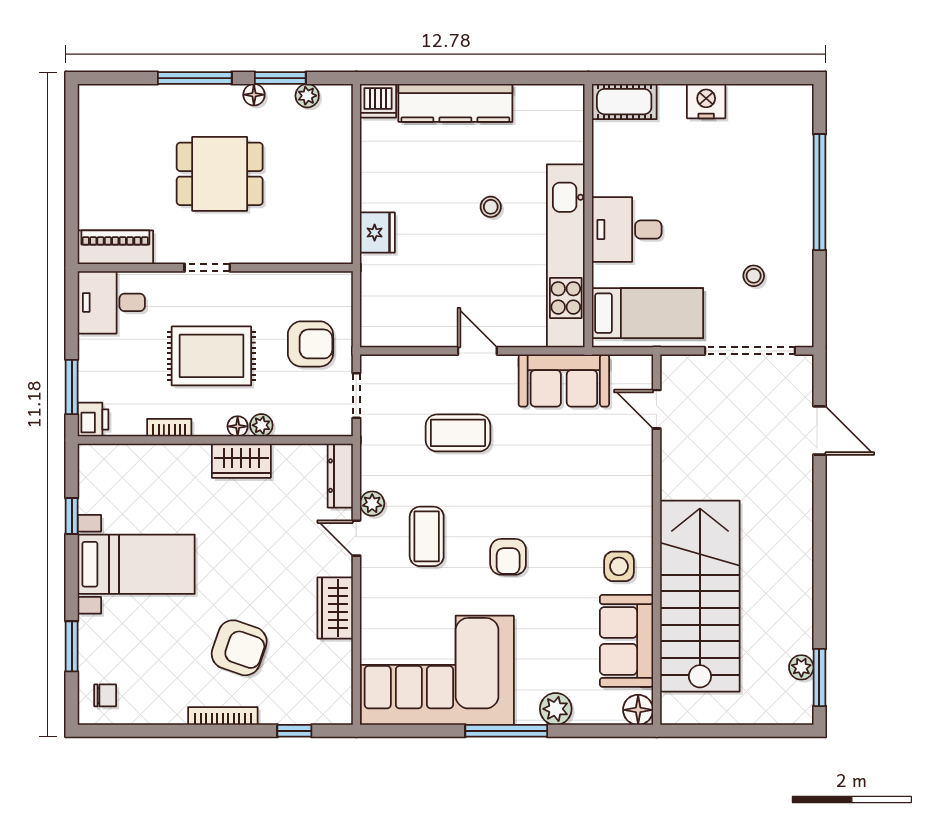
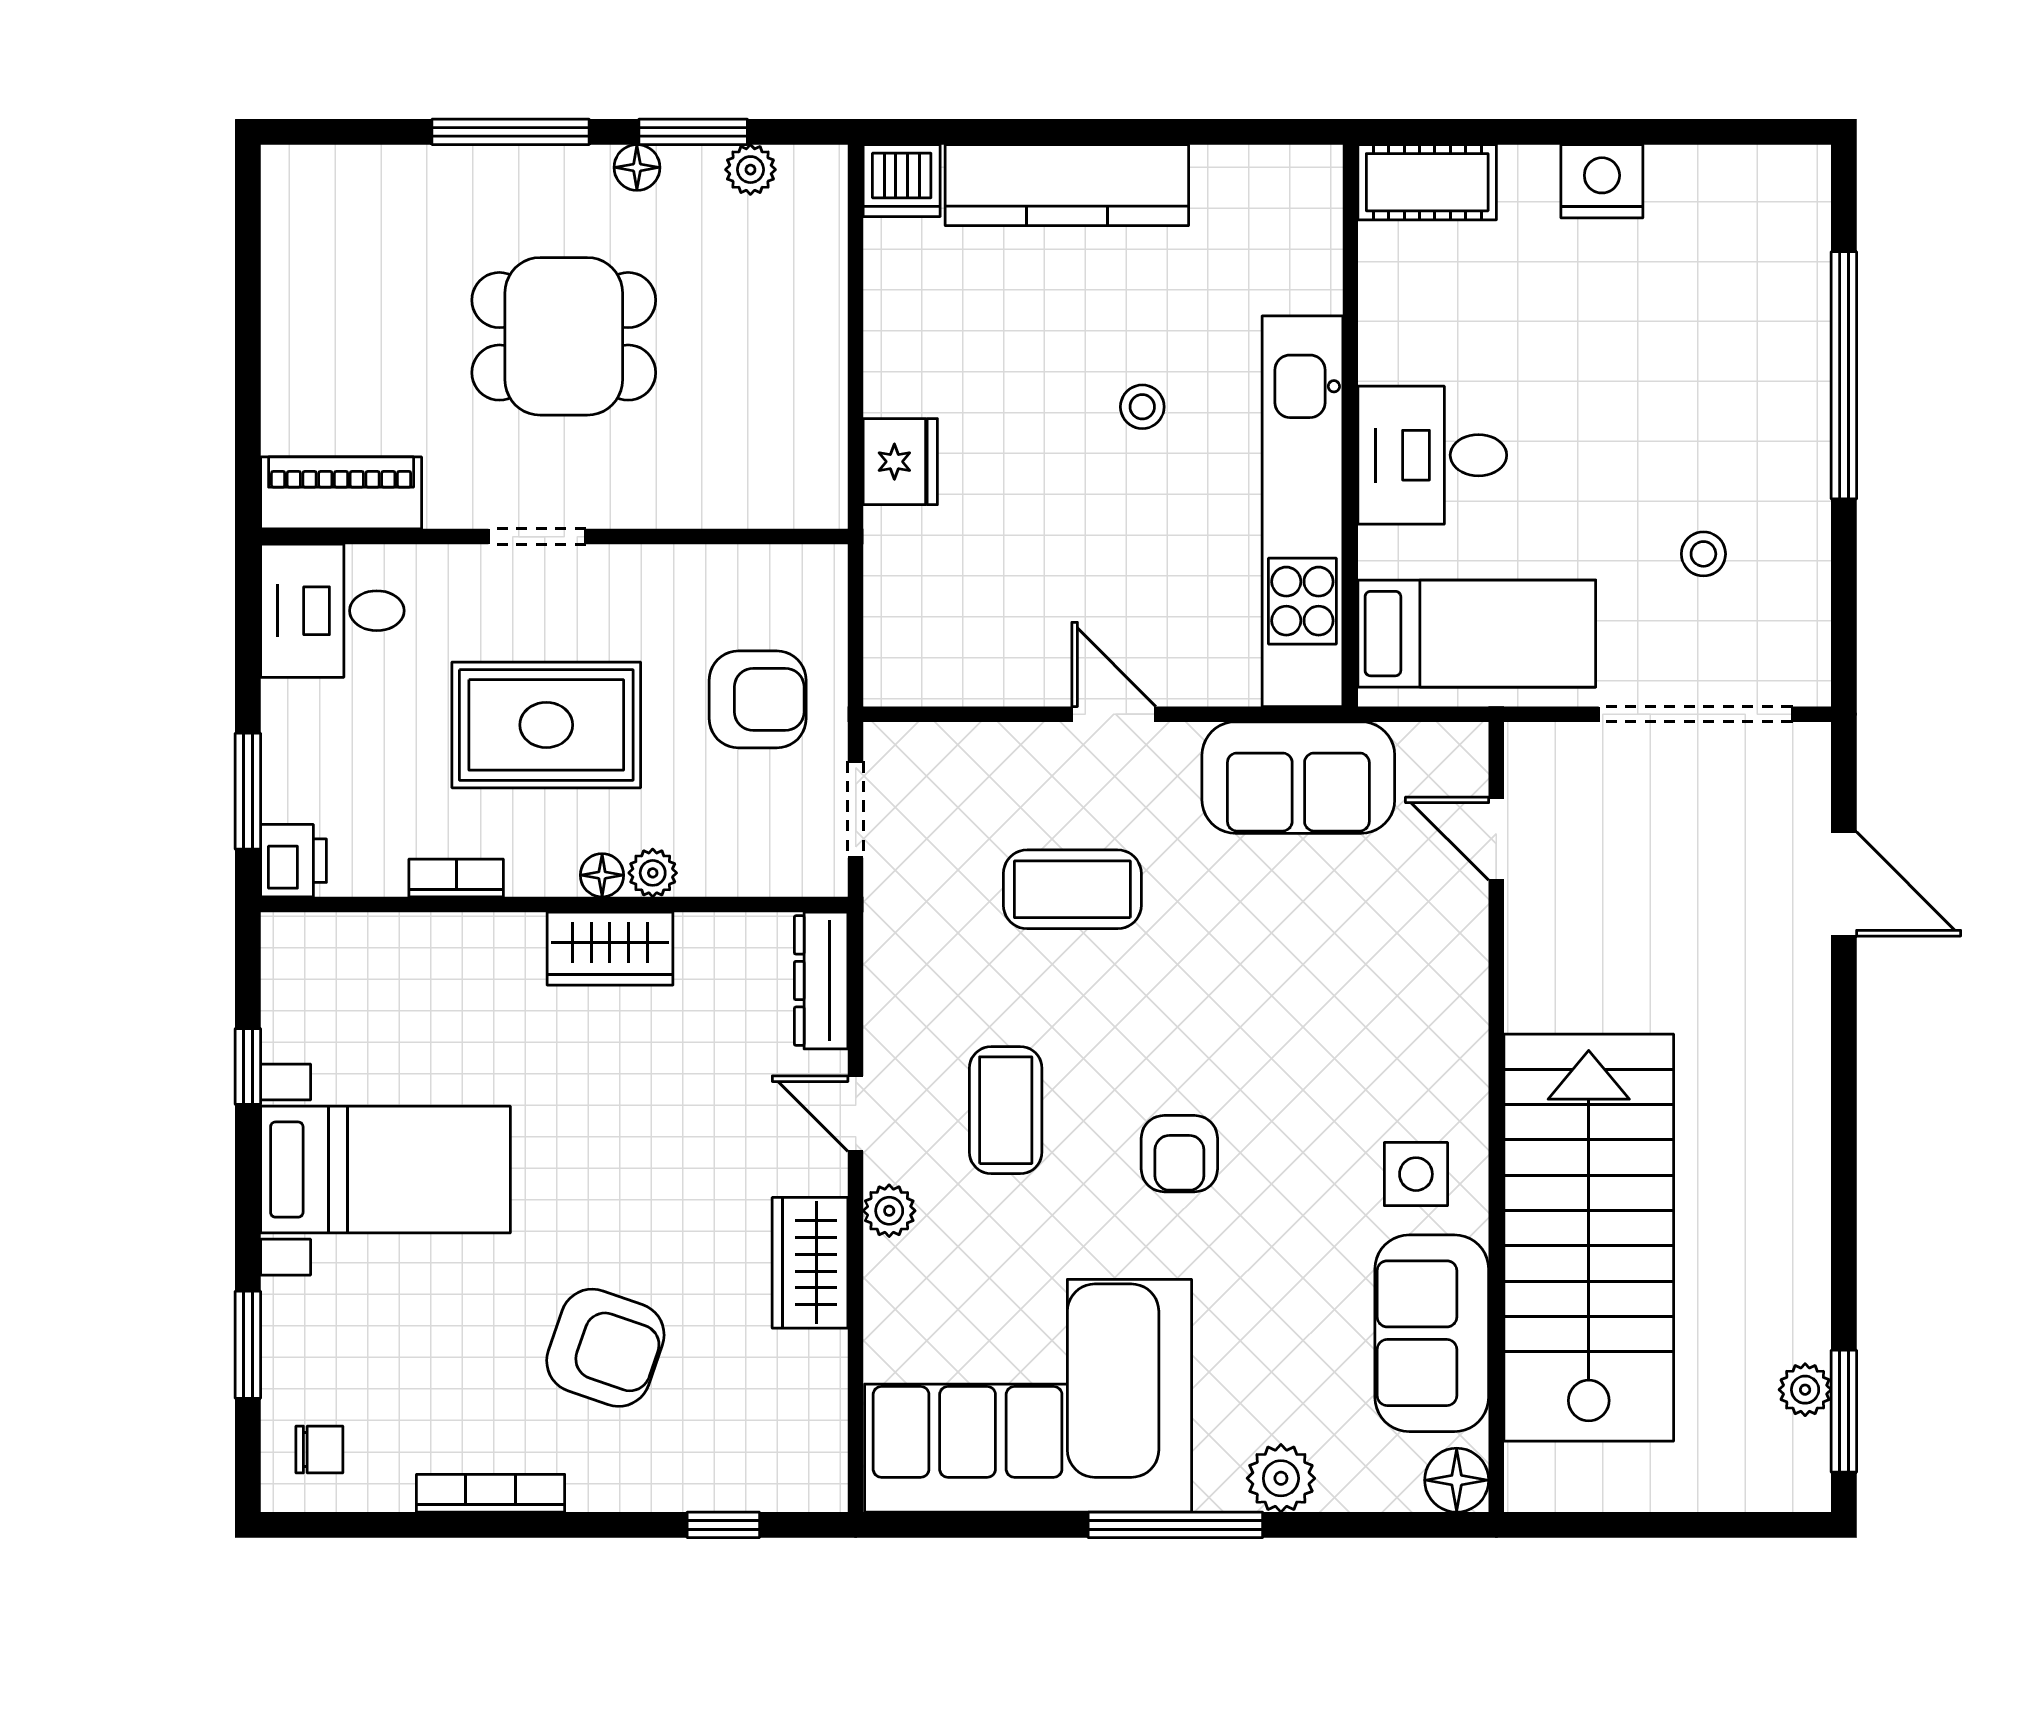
plant: (372, 504) -> (889, 1211), moved
bookcase: (223, 716) -> (491, 1493), moved

